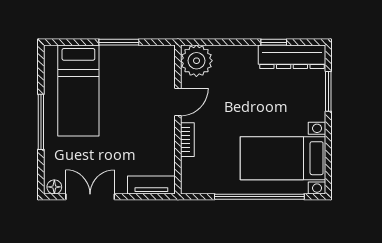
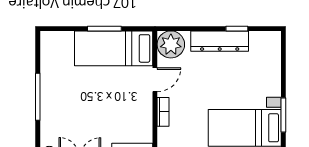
dresser: (292, 57) -> (220, 41), moved
bed: (78, 90) -> (114, 48), moved, turned 90
window: (328, 91) -> (283, 115), moved

